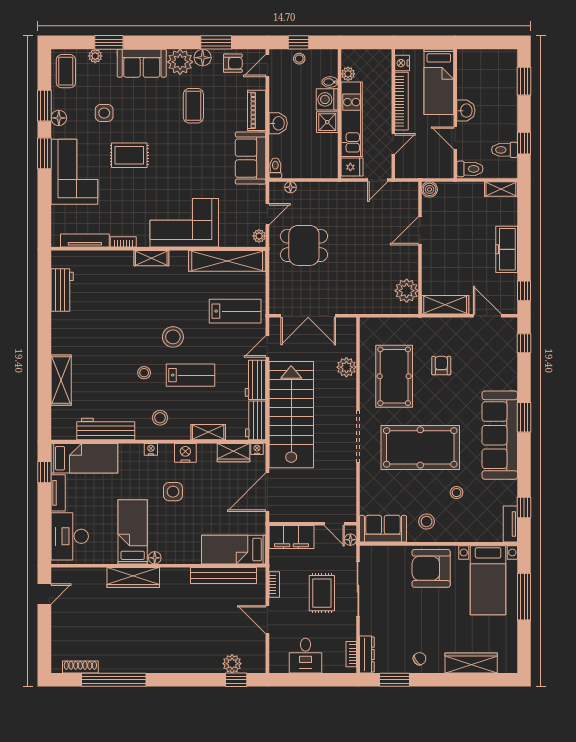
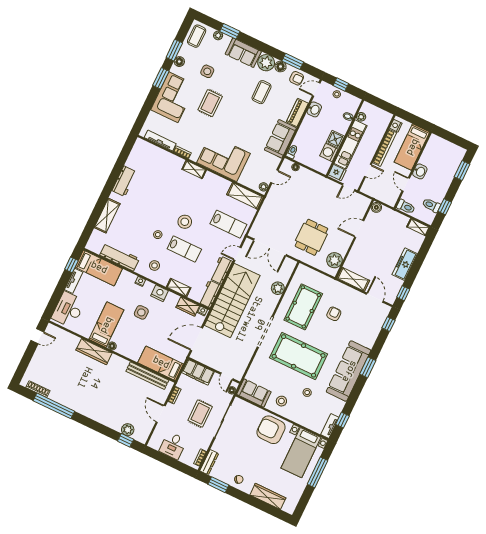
washing machine: (327, 99) -> (329, 153), moved
washbasin: (278, 123) -> (314, 109), moved
rug: (129, 155) -> (210, 103), turned 90
dining table: (304, 245) -> (311, 237), moved, turned 90
shelving: (227, 261) -> (245, 196), width x0.68
workbench: (62, 290) -> (124, 181), moved

